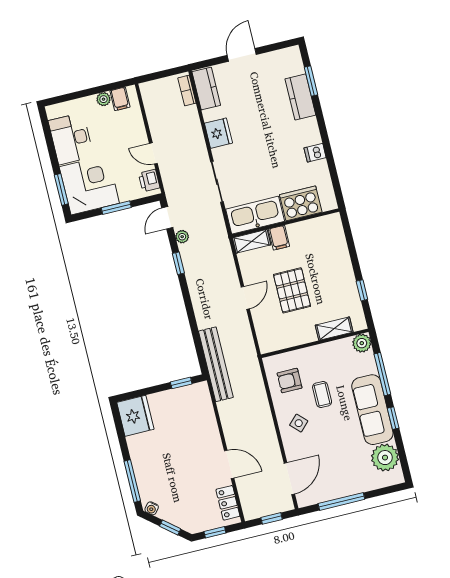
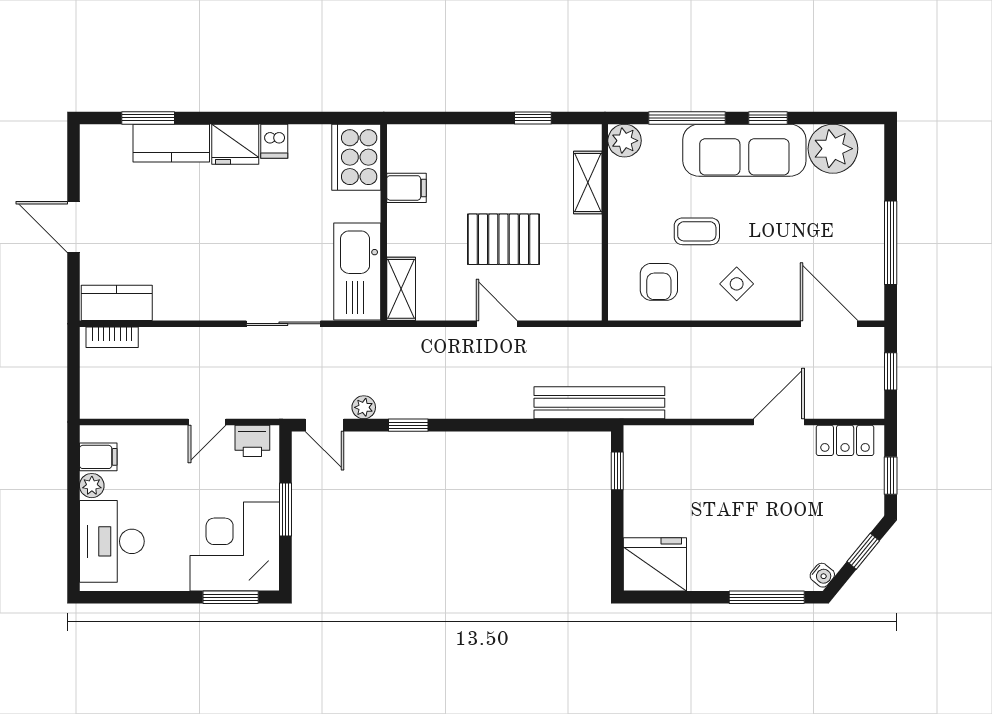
fridge: (218, 133) -> (235, 144), moved, turned 180
desk: (71, 139) -> (112, 541), moved, turned 90
cooker: (301, 203) -> (356, 157), moved
filing cabinet: (279, 238) -> (406, 188), moved

